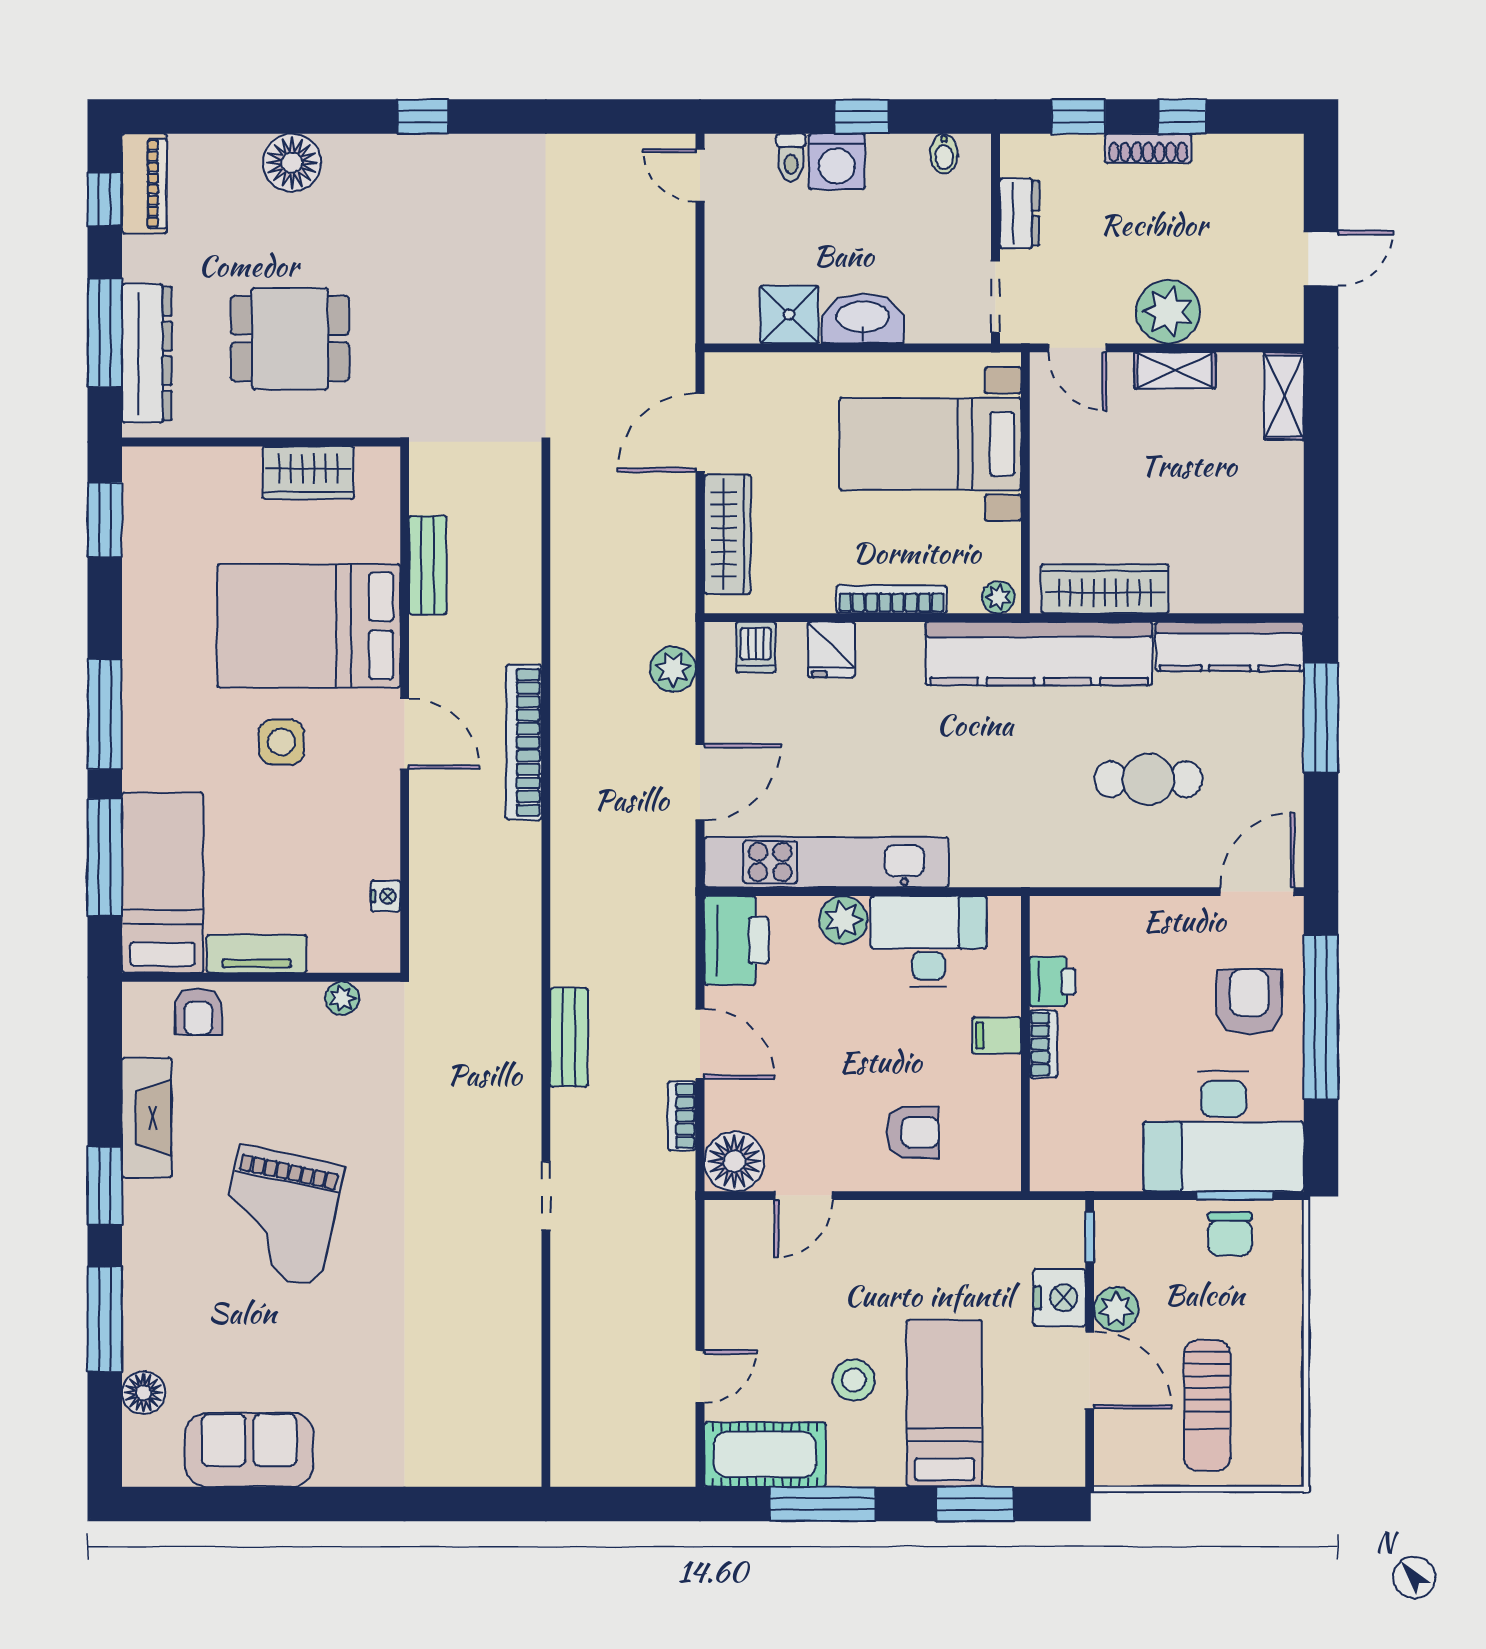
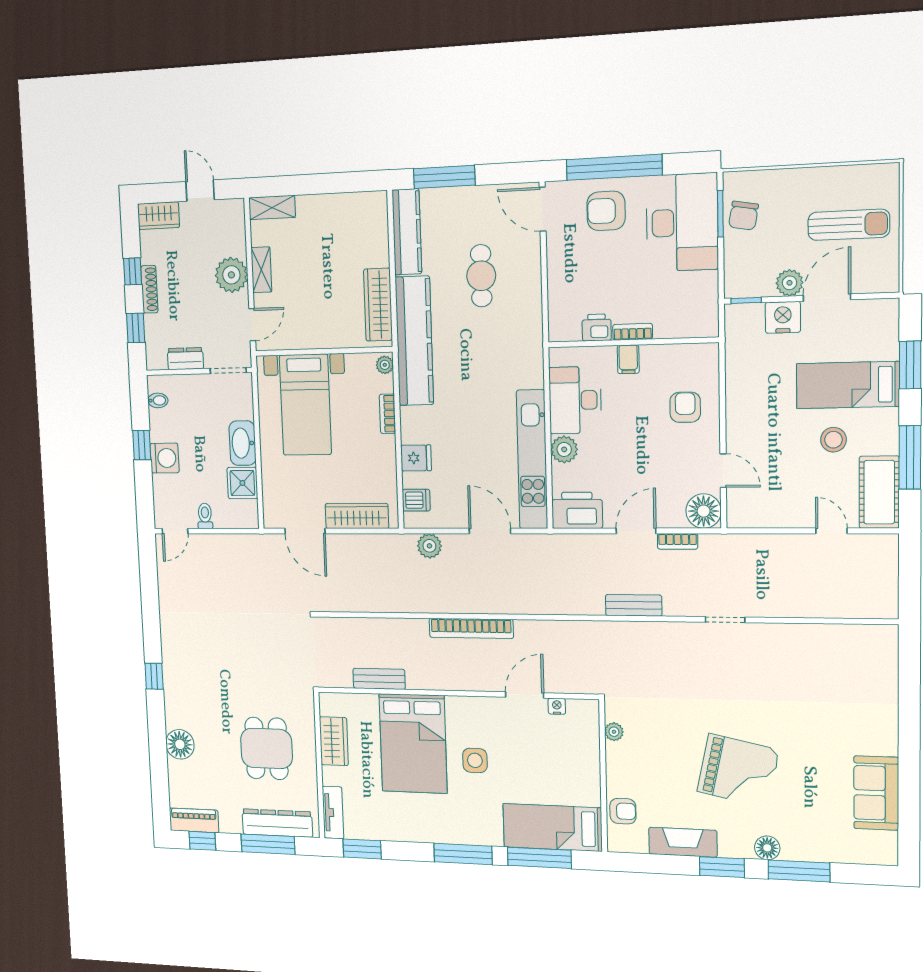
toilet: (791, 158) -> (205, 516), moved, turned -90
wardrobe: (1280, 174) -> (159, 216), added
bookcase: (891, 599) -> (388, 414), width x0.64
door: (405, 734) -> (525, 695), moved
tv unit: (257, 954) -> (333, 813), moved, turned 180
chair: (1230, 1234) -> (743, 216), turned 100
floor lamp: (144, 1393) -> (767, 848), moved

